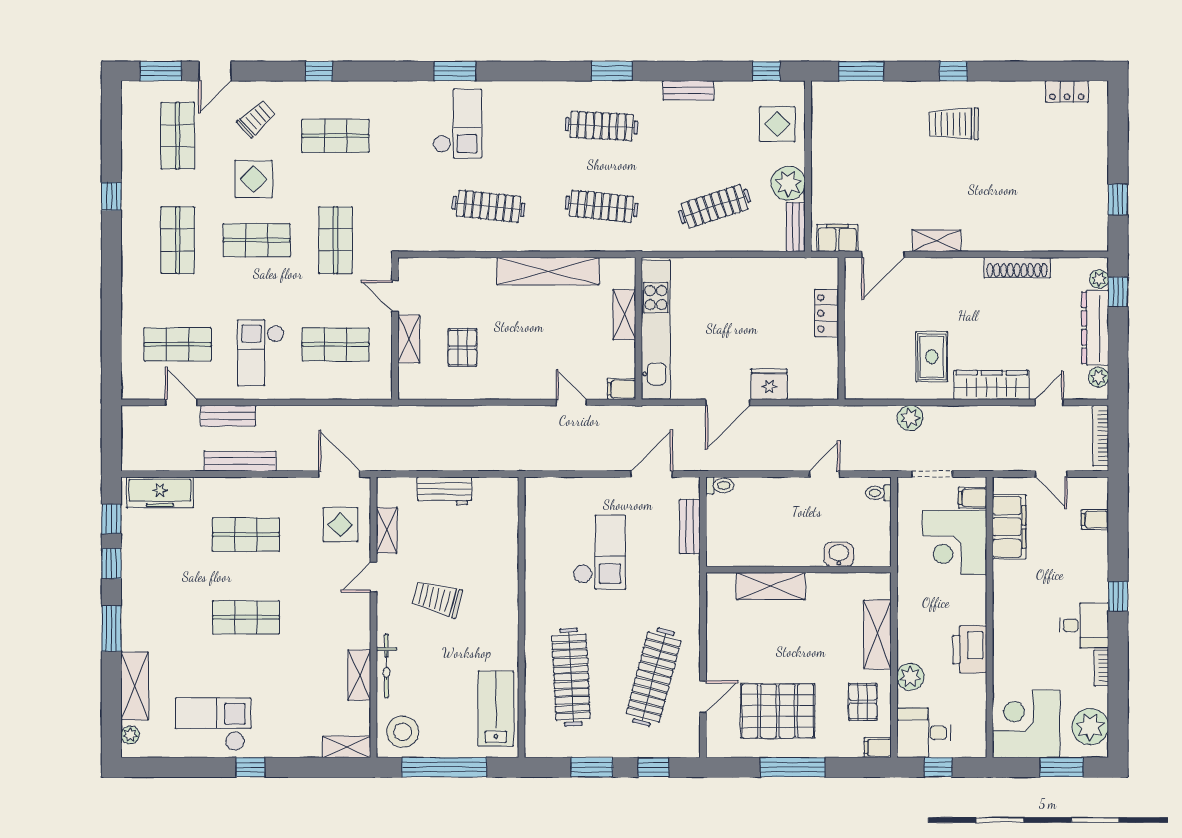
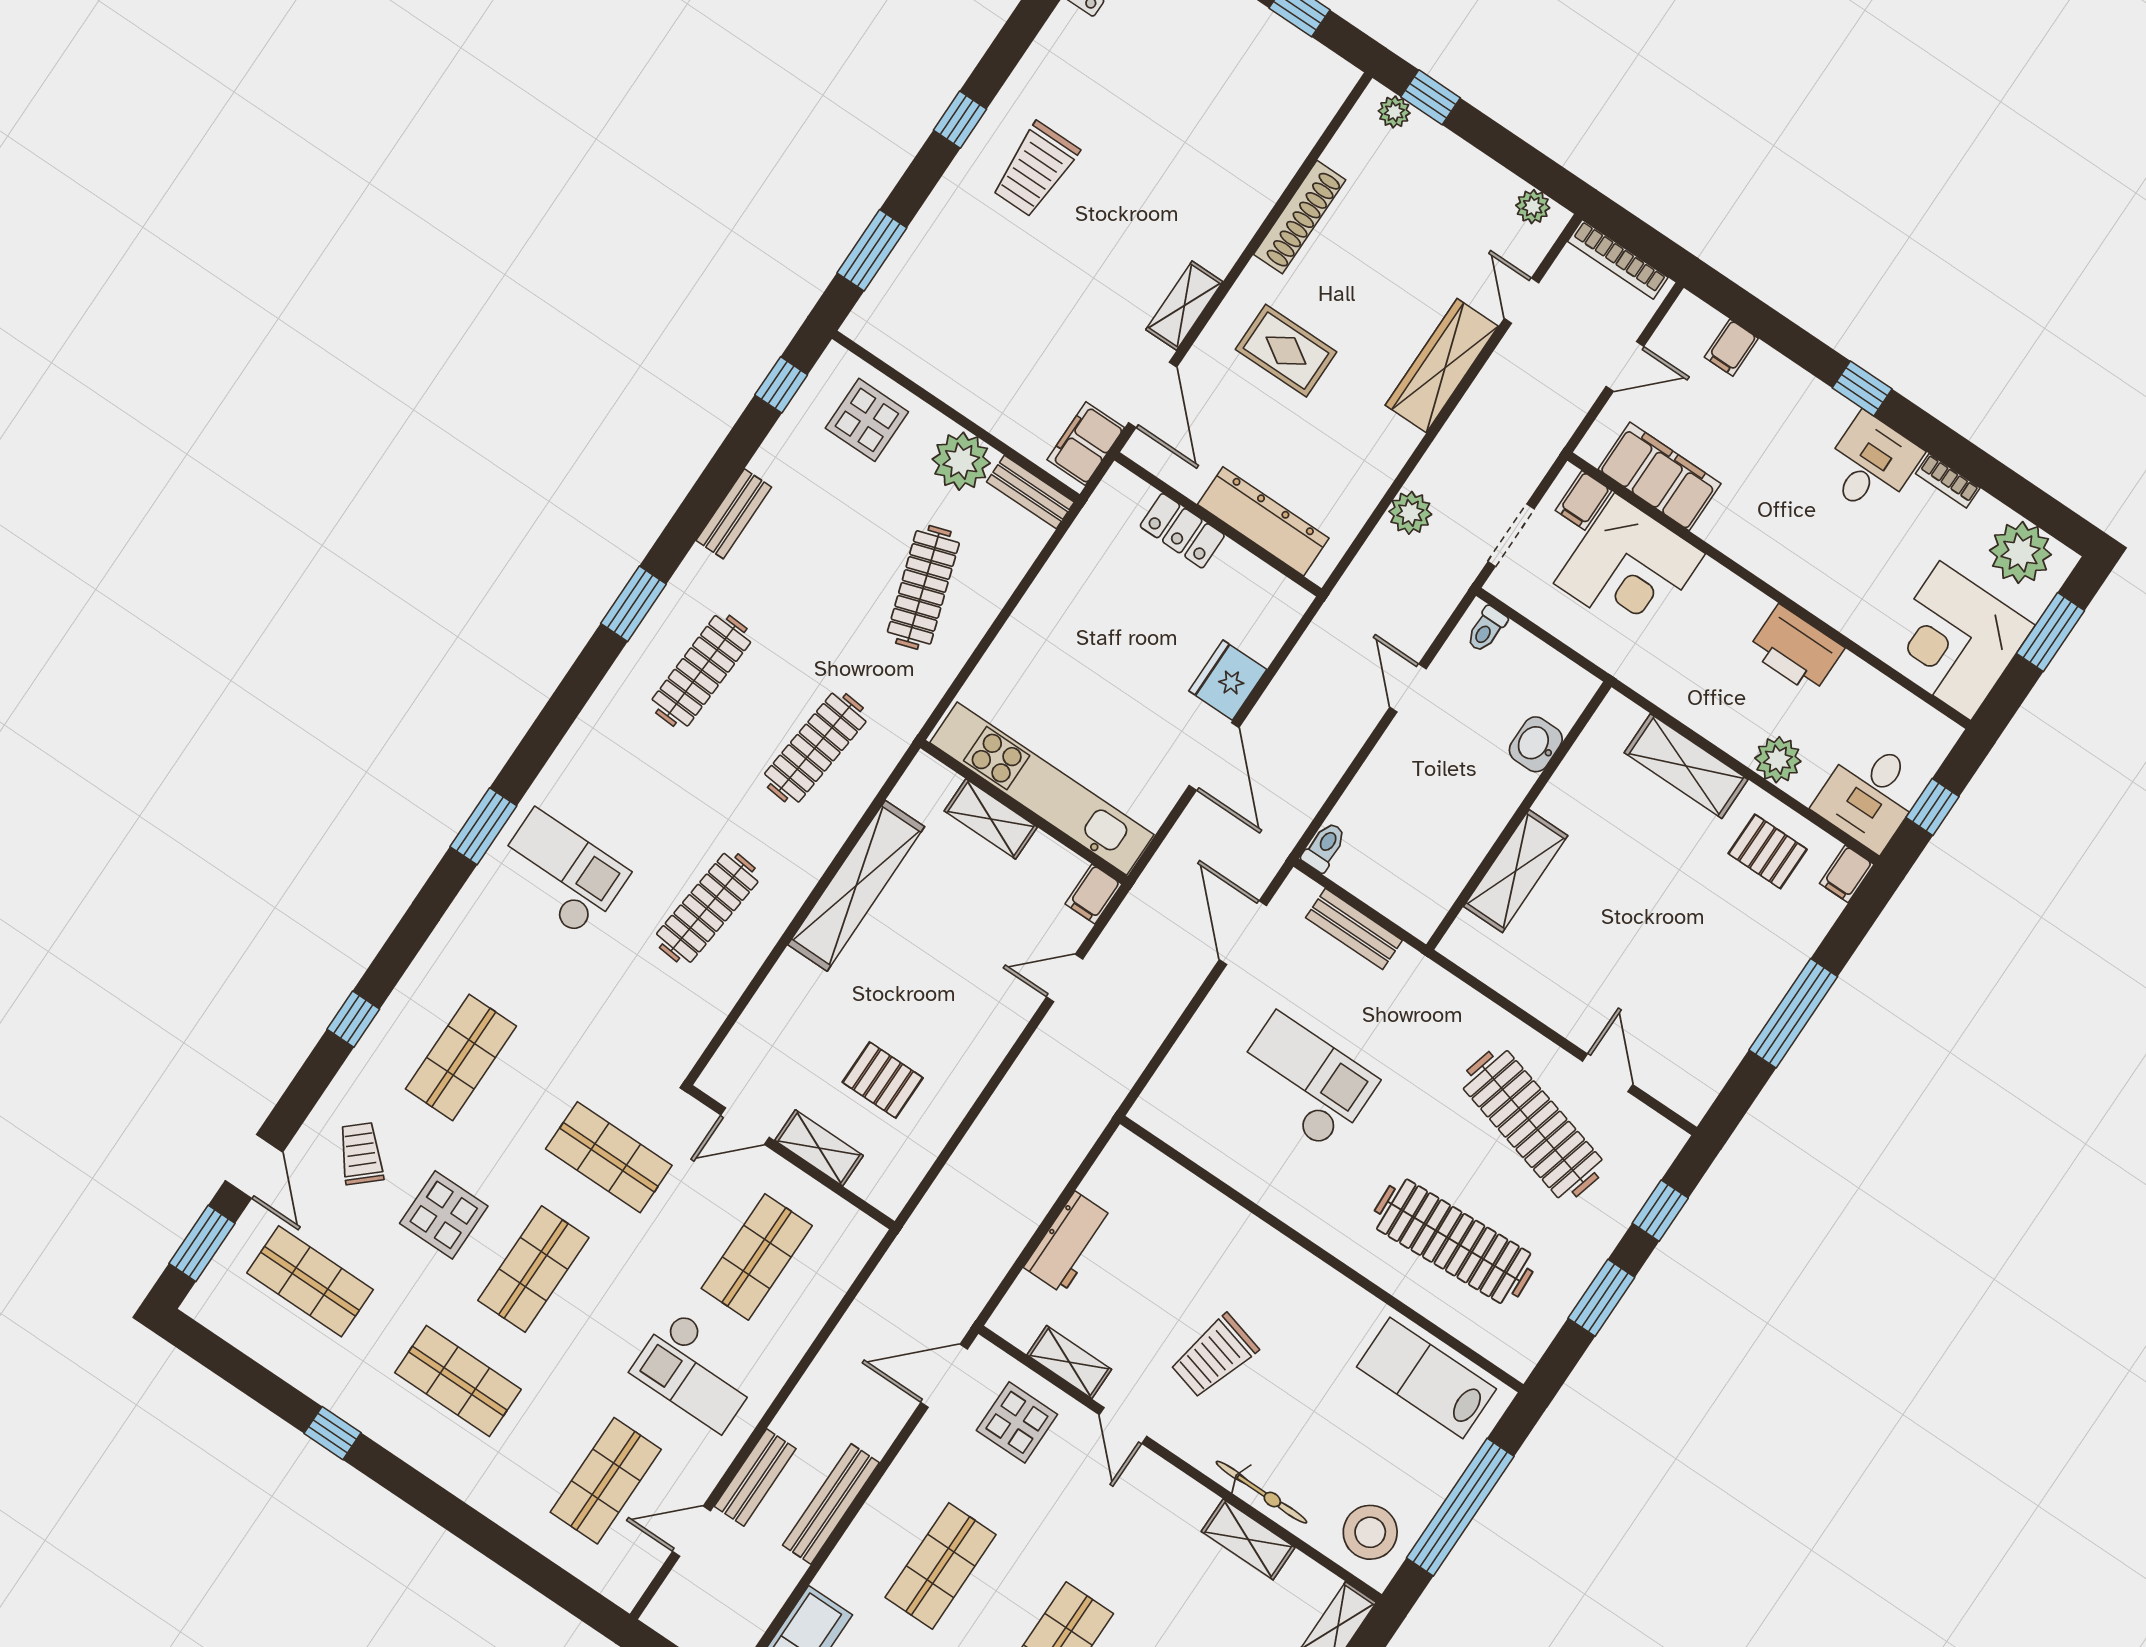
dresser: (1095, 328) -> (1263, 521), moved, turned 180
rug: (932, 357) -> (1286, 351), moved
pallet: (778, 711) -> (1699, 981), removed

